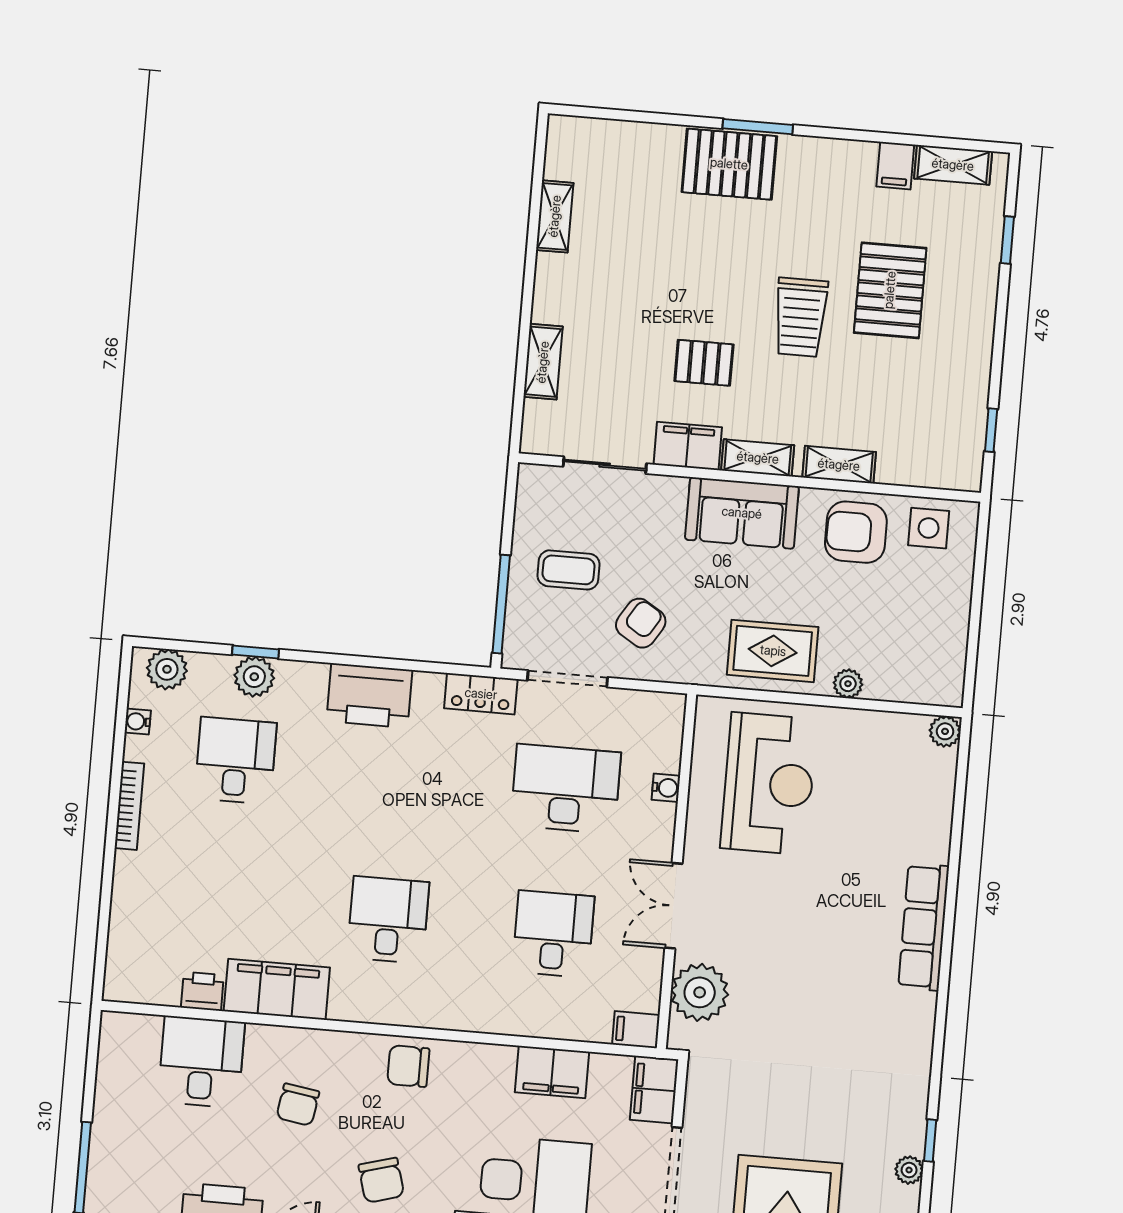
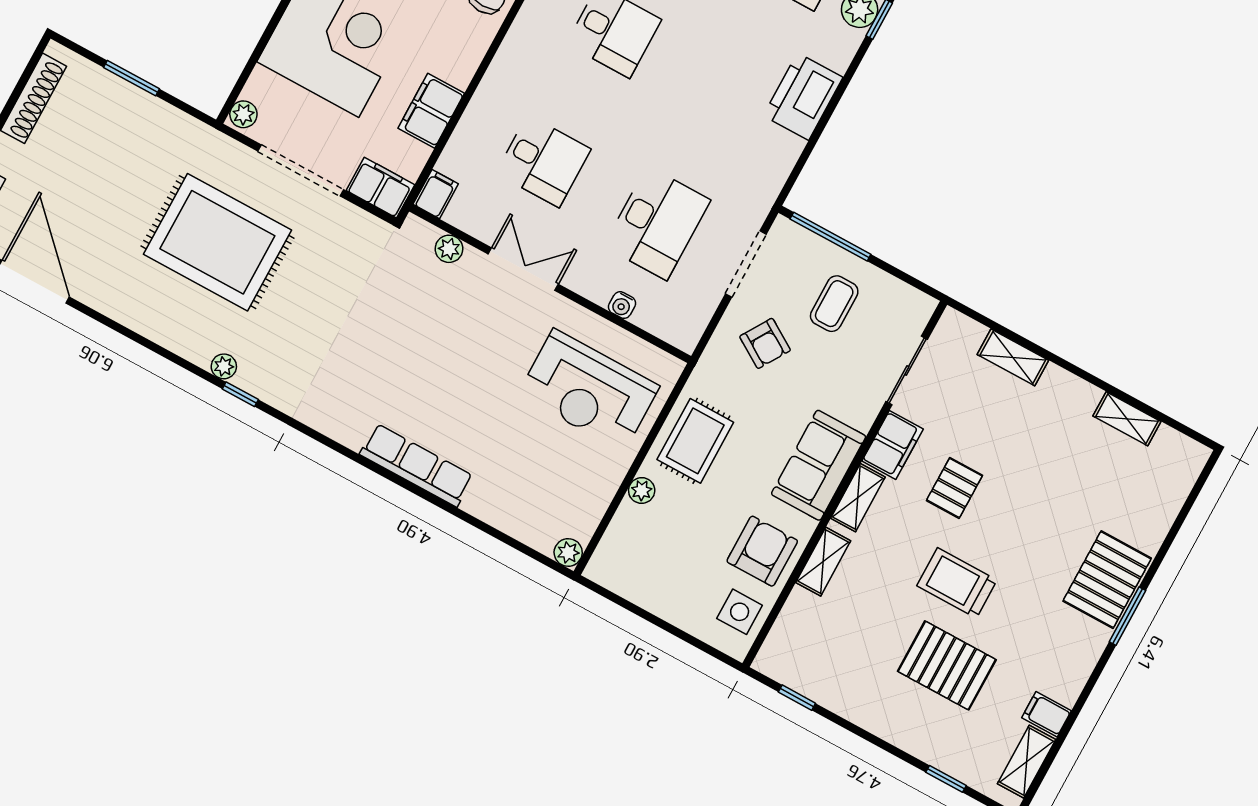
locker: (481, 694) -> (765, 188), removed
plant: (700, 992) -> (449, 249), width x0.53, depth x0.53

